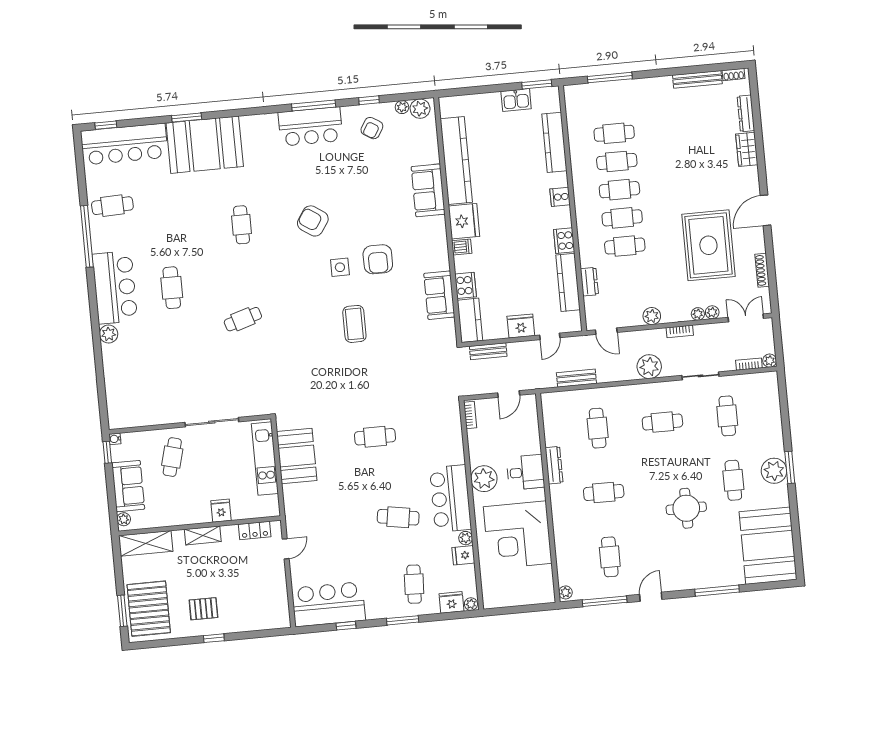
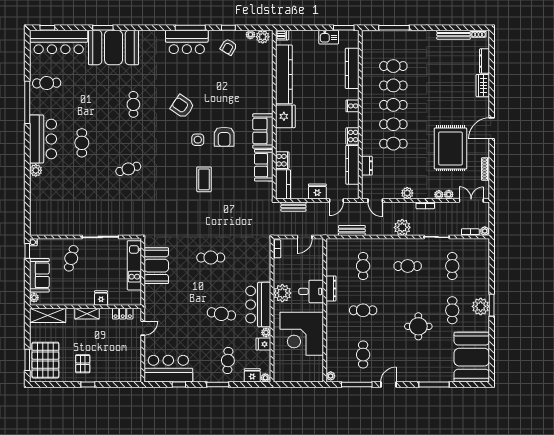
sofa: (428, 190) -> (263, 131), moved
dishwasher: (462, 247) -> (282, 35), moved
pallet: (203, 609) -> (83, 364), turned 90

